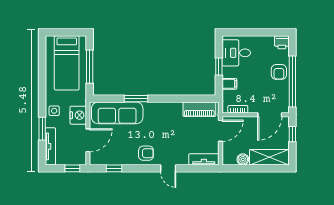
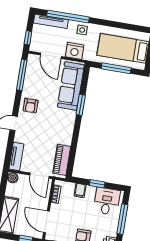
window: (253, 32) -> (122, 219), added
window: (42, 129) -> (68, 17), width x2.11
boiler: (243, 159) -> (13, 178), moved
window: (114, 168) -> (22, 75), width x2.17

